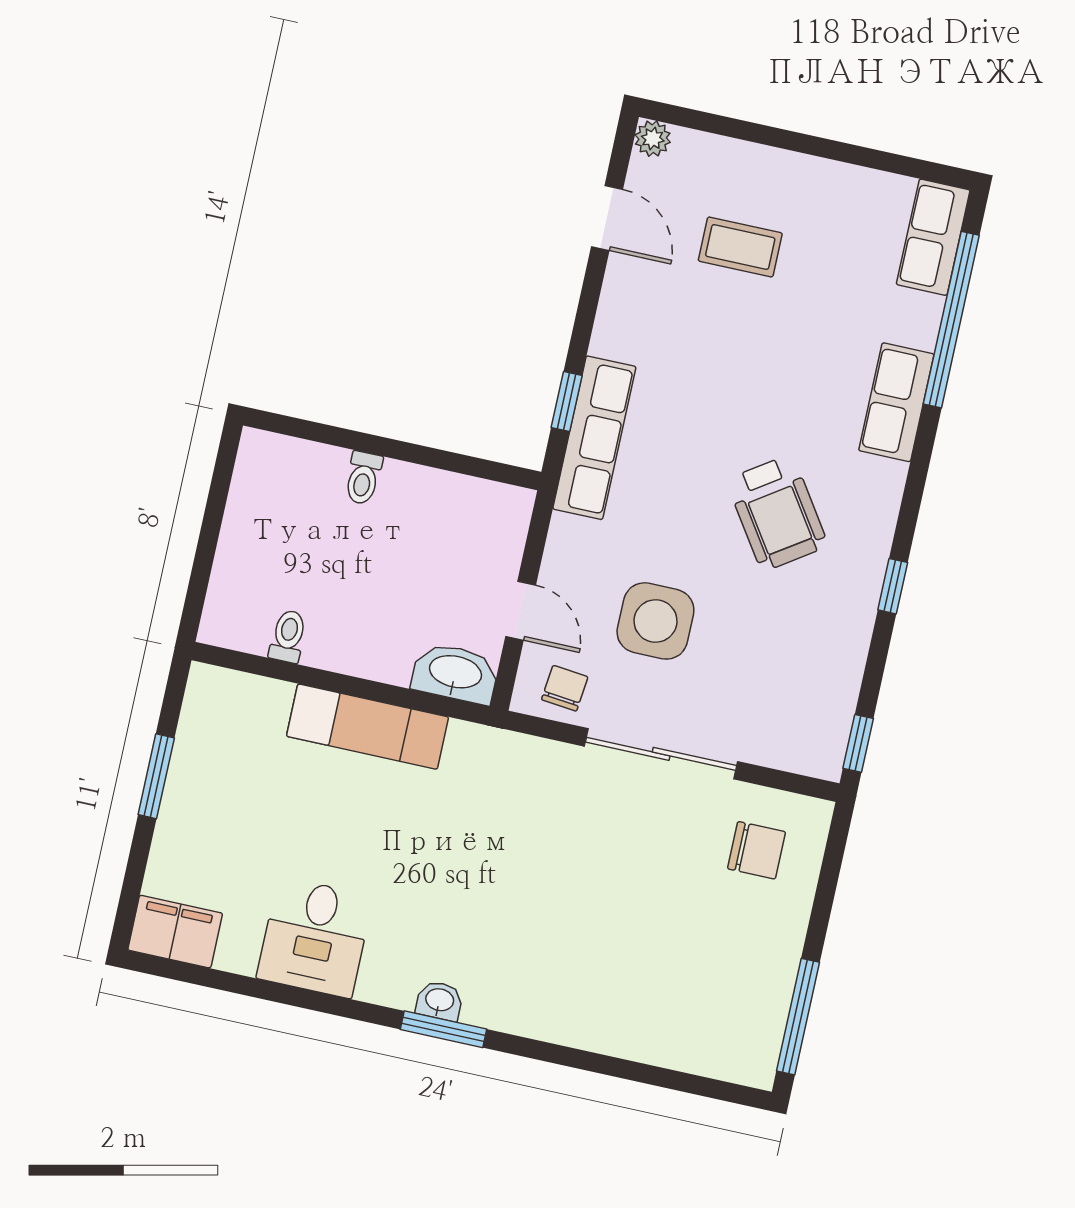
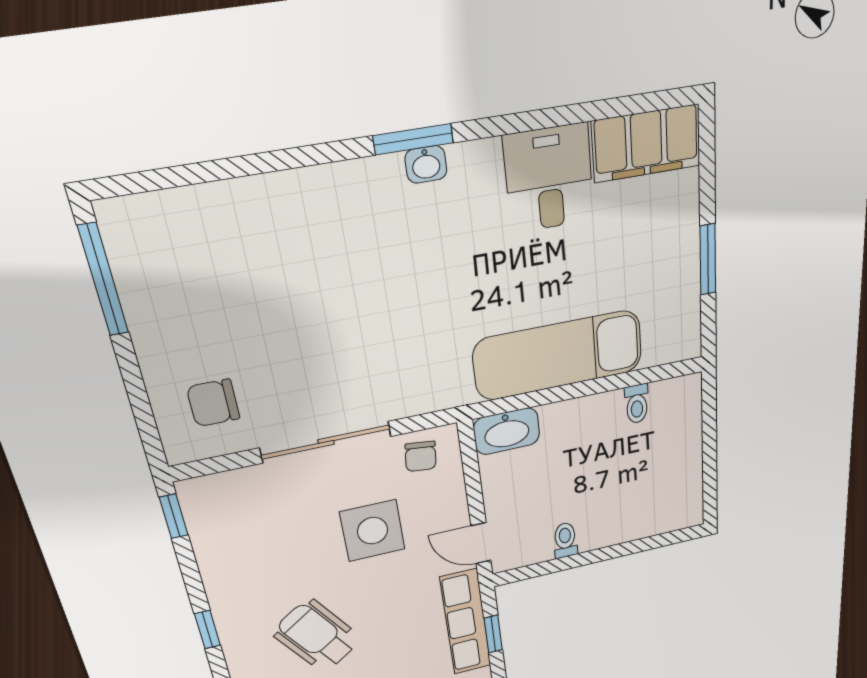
toilet: (363, 478) -> (565, 540), moved
door: (521, 611) -> (481, 543), moved
exam couch: (368, 727) -> (558, 355), width x1.36, depth x1.45
filing cabinet: (175, 932) -> (646, 143), width x1.50, depth x1.17

